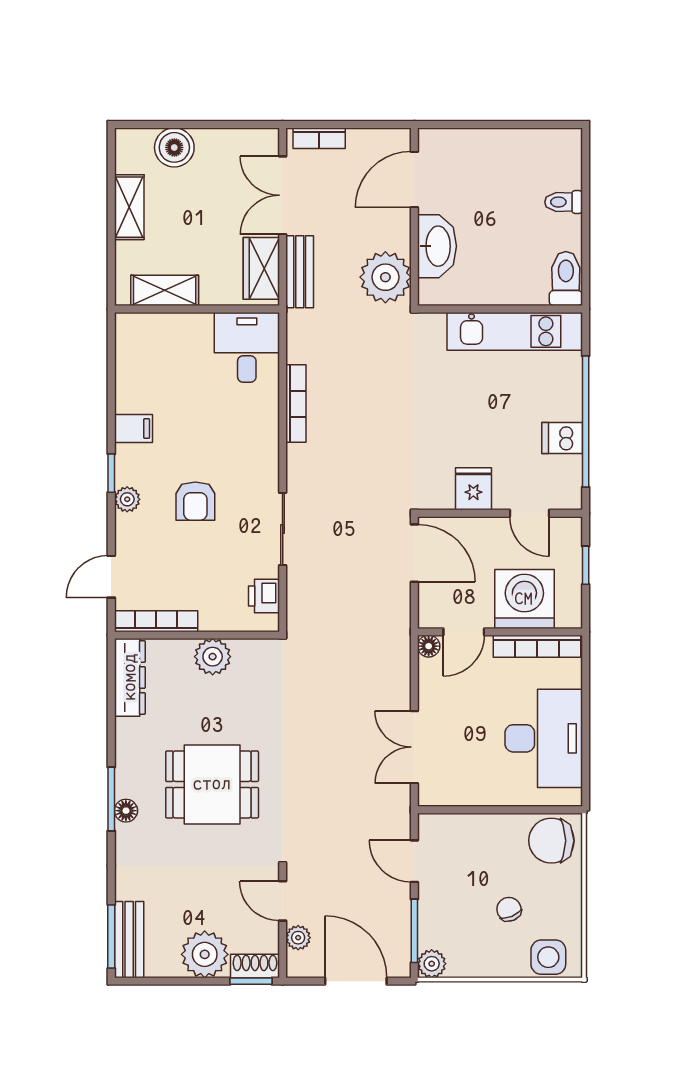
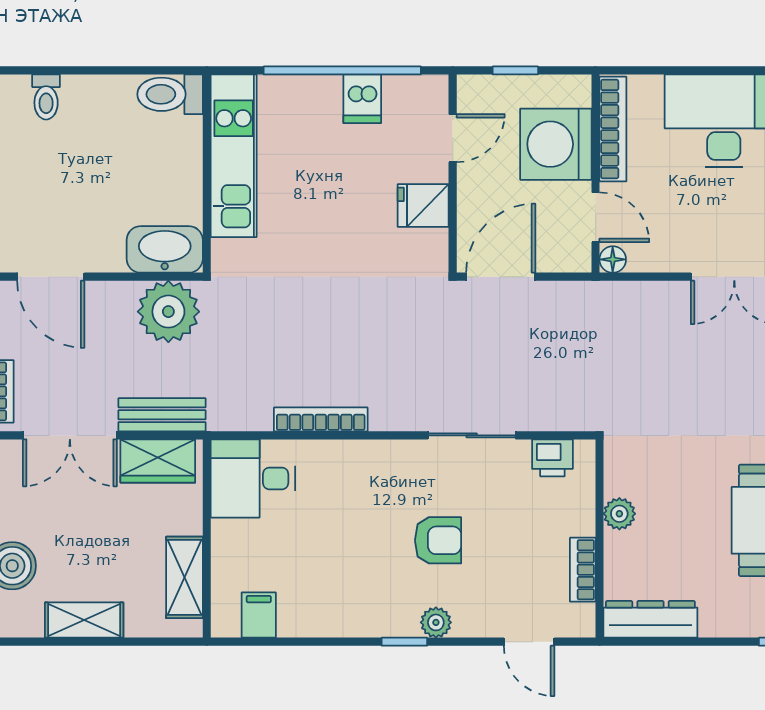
toilet: (564, 202) -> (46, 97), moved
washbasin: (437, 246) -> (165, 249), moved
filing cabinet: (133, 429) -> (259, 615), moved
bookcase: (156, 621) -> (583, 570), width x0.64
plant: (213, 657) -> (619, 514), width x0.73, depth x0.73

